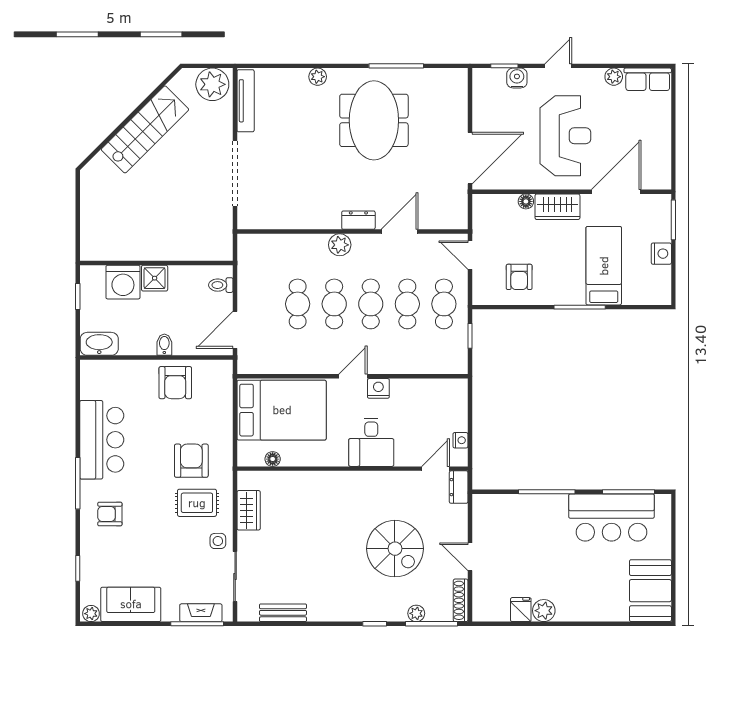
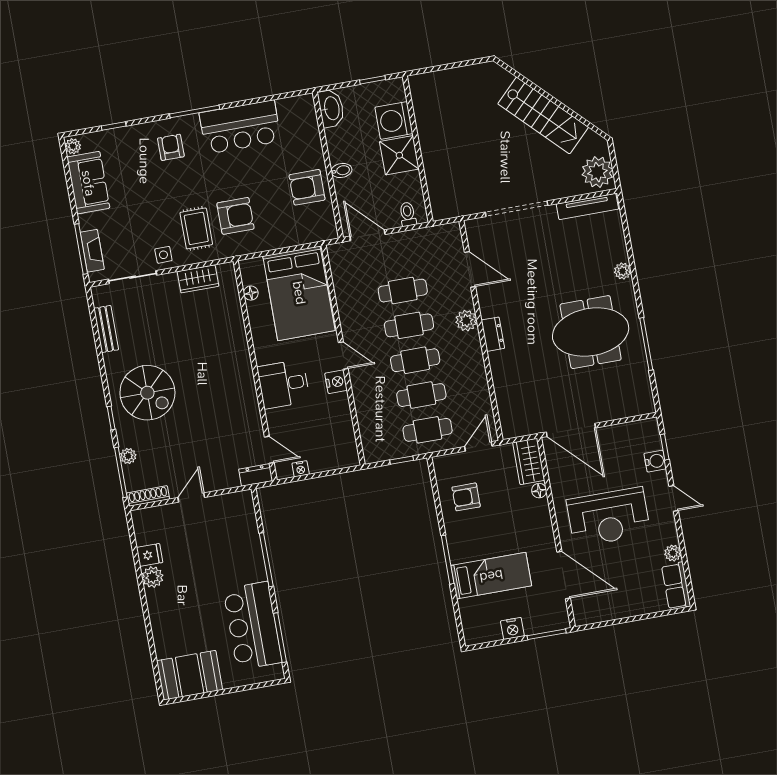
wardrobe: (557, 207) -> (529, 461), moved
door: (399, 232) -> (470, 269), moved
shower: (155, 278) -> (399, 155), width x1.36, depth x1.36
spiral stairs: (395, 549) -> (147, 393), moved, turned -90

